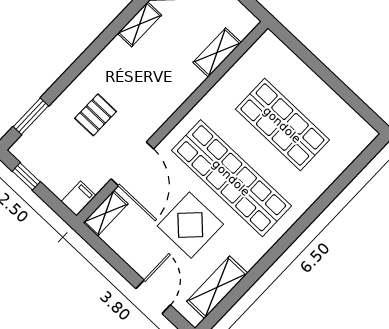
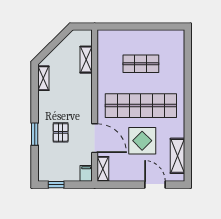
window: (31, 116) -> (35, 134), moved
shop shelf: (282, 125) -> (141, 64), width x0.70, depth x0.74

